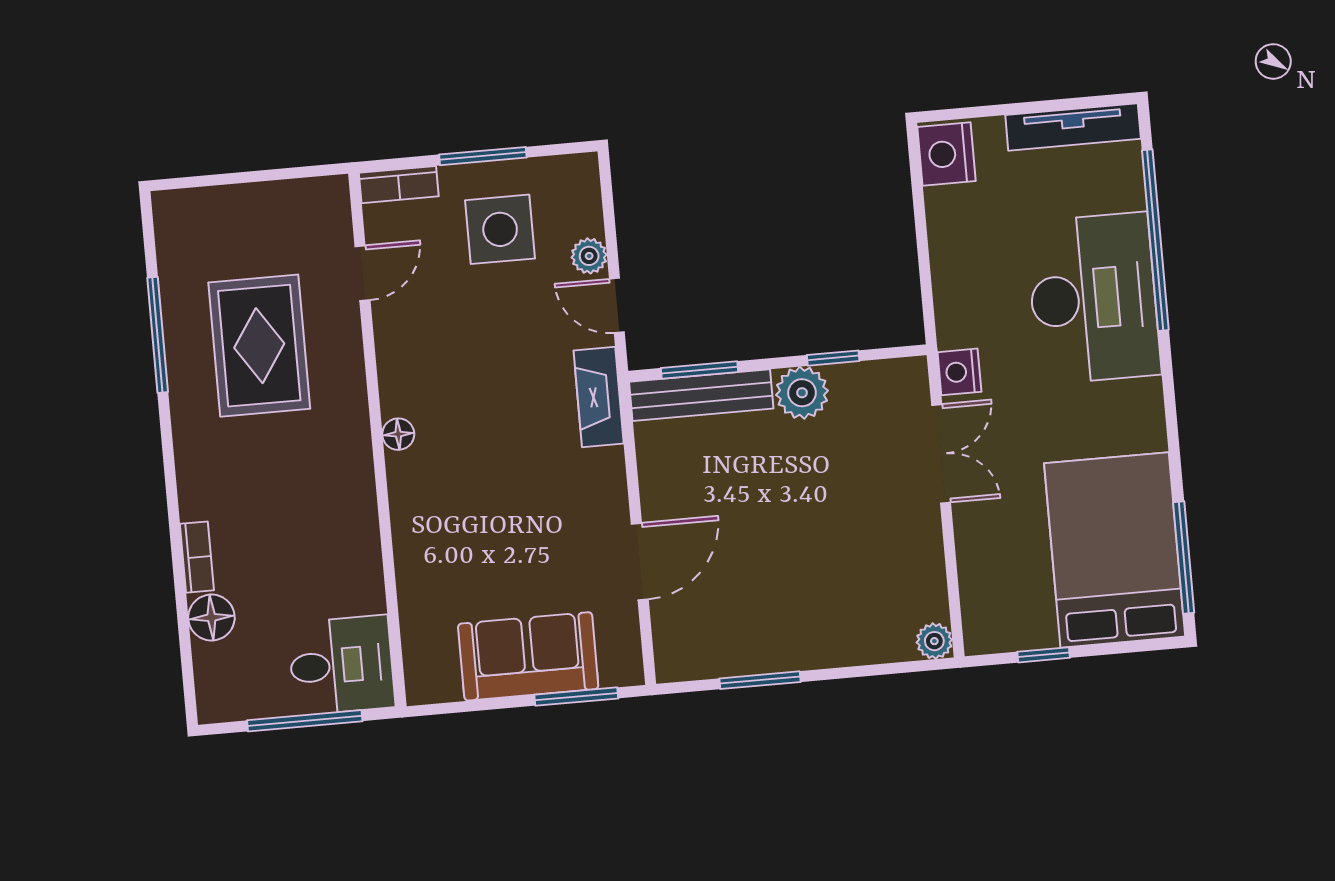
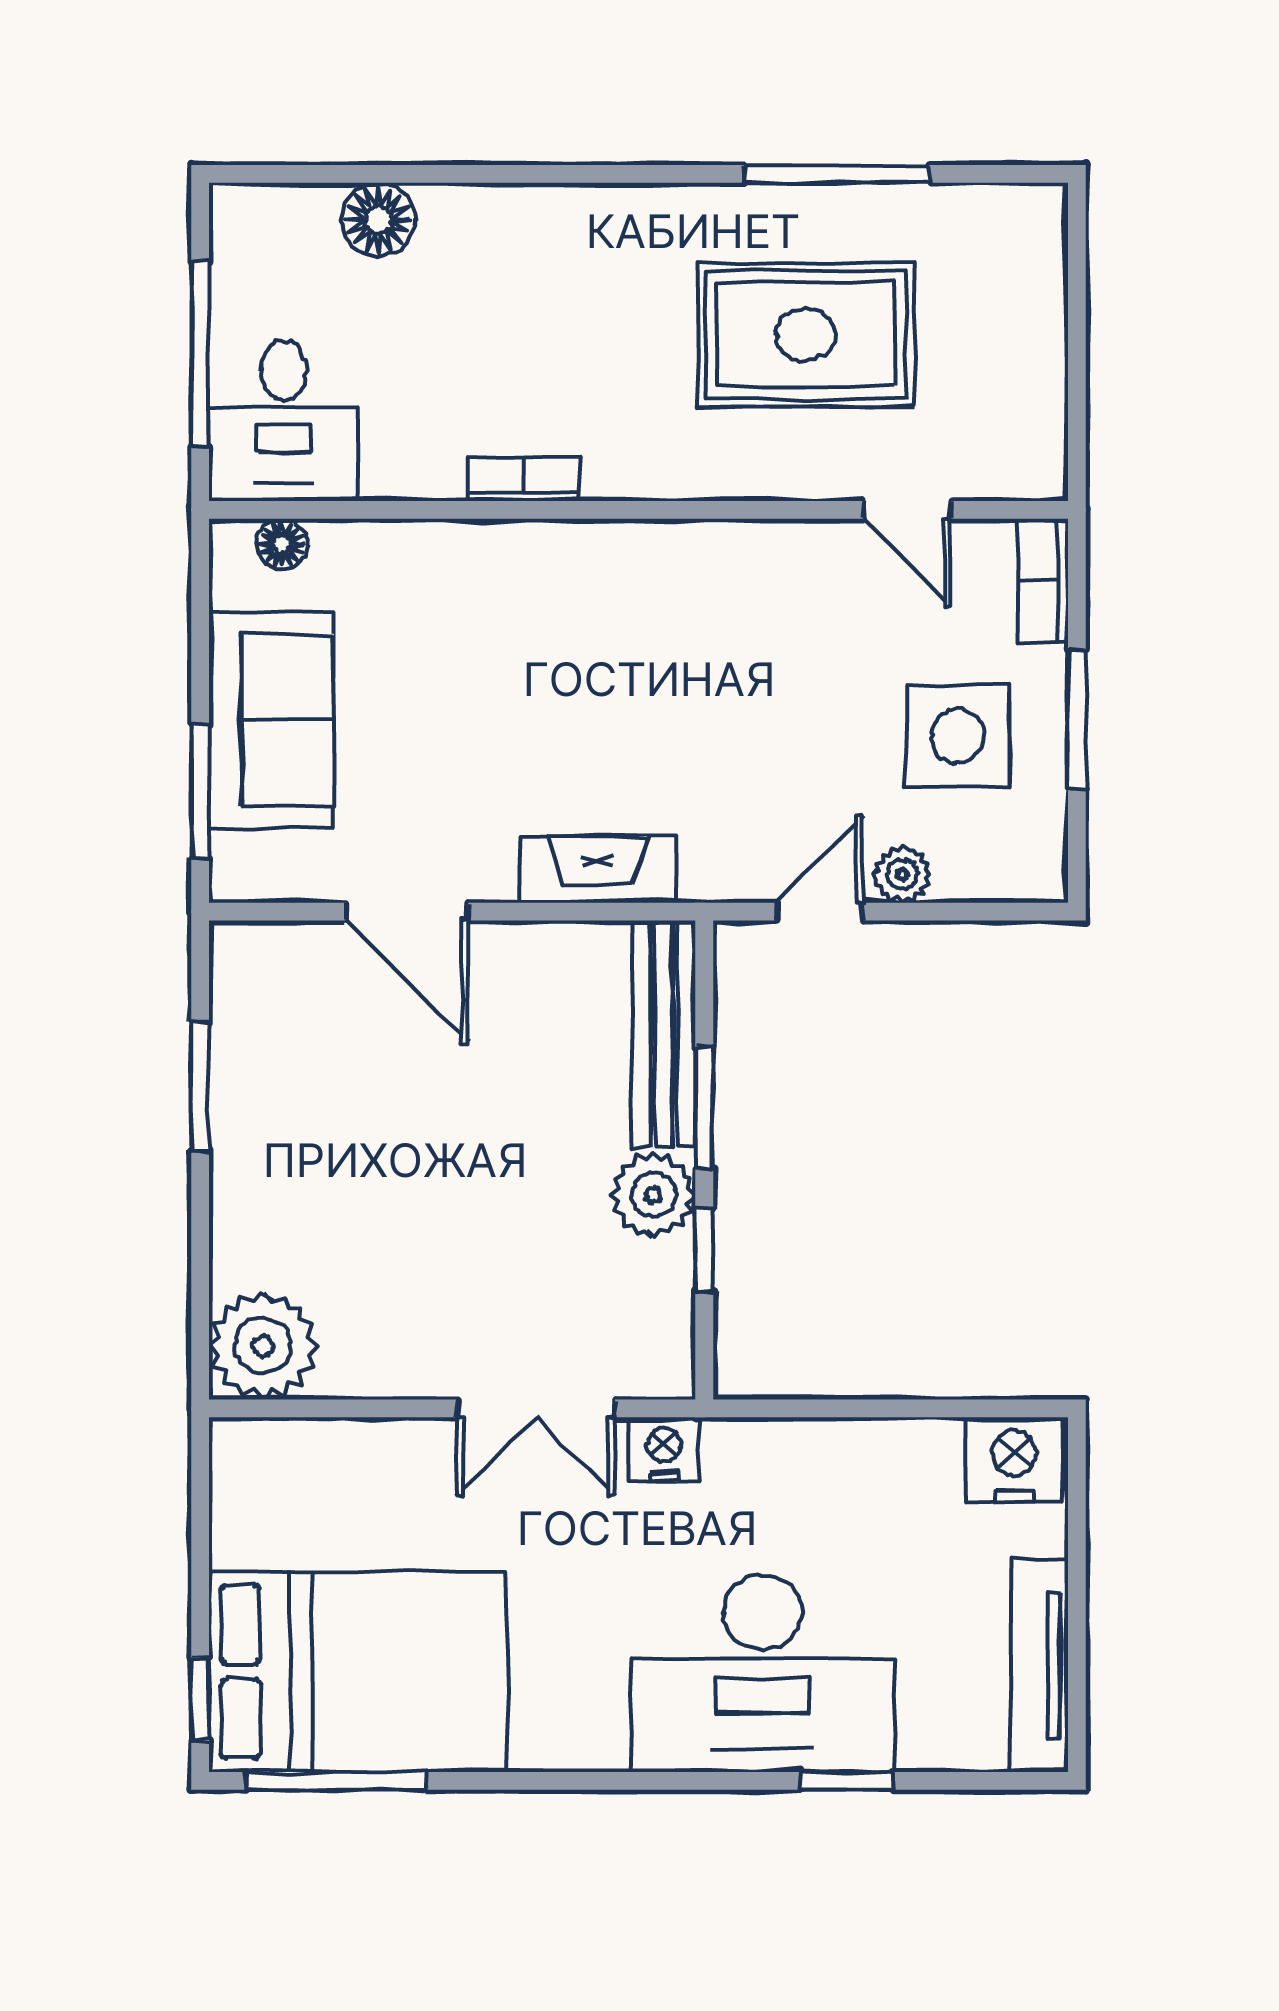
window: (1155, 240) -> (847, 1781), width x0.32
window: (699, 370) -> (704, 1108), moved
fireplace: (599, 397) -> (597, 870), moved
floor lamp: (398, 434) -> (282, 544), moved
bookcase: (197, 557) -> (524, 479), moved, turned 180
plant: (934, 641) -> (263, 1346), width x1.87, depth x1.87
window: (1044, 655) -> (200, 1699), moved

